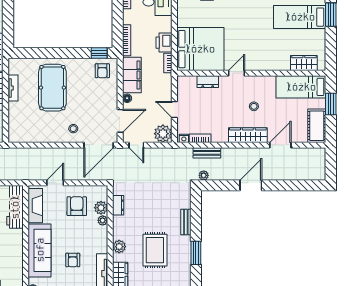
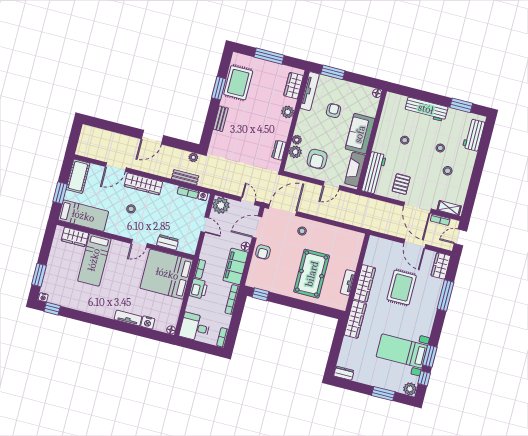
bed: (300, 17) -> (94, 260), moved, turned 90
armchair: (102, 71) -> (263, 252), moved, turned 180
sofa: (40, 250) -> (360, 134), width x0.73
rug: (155, 250) -> (238, 83), moved

